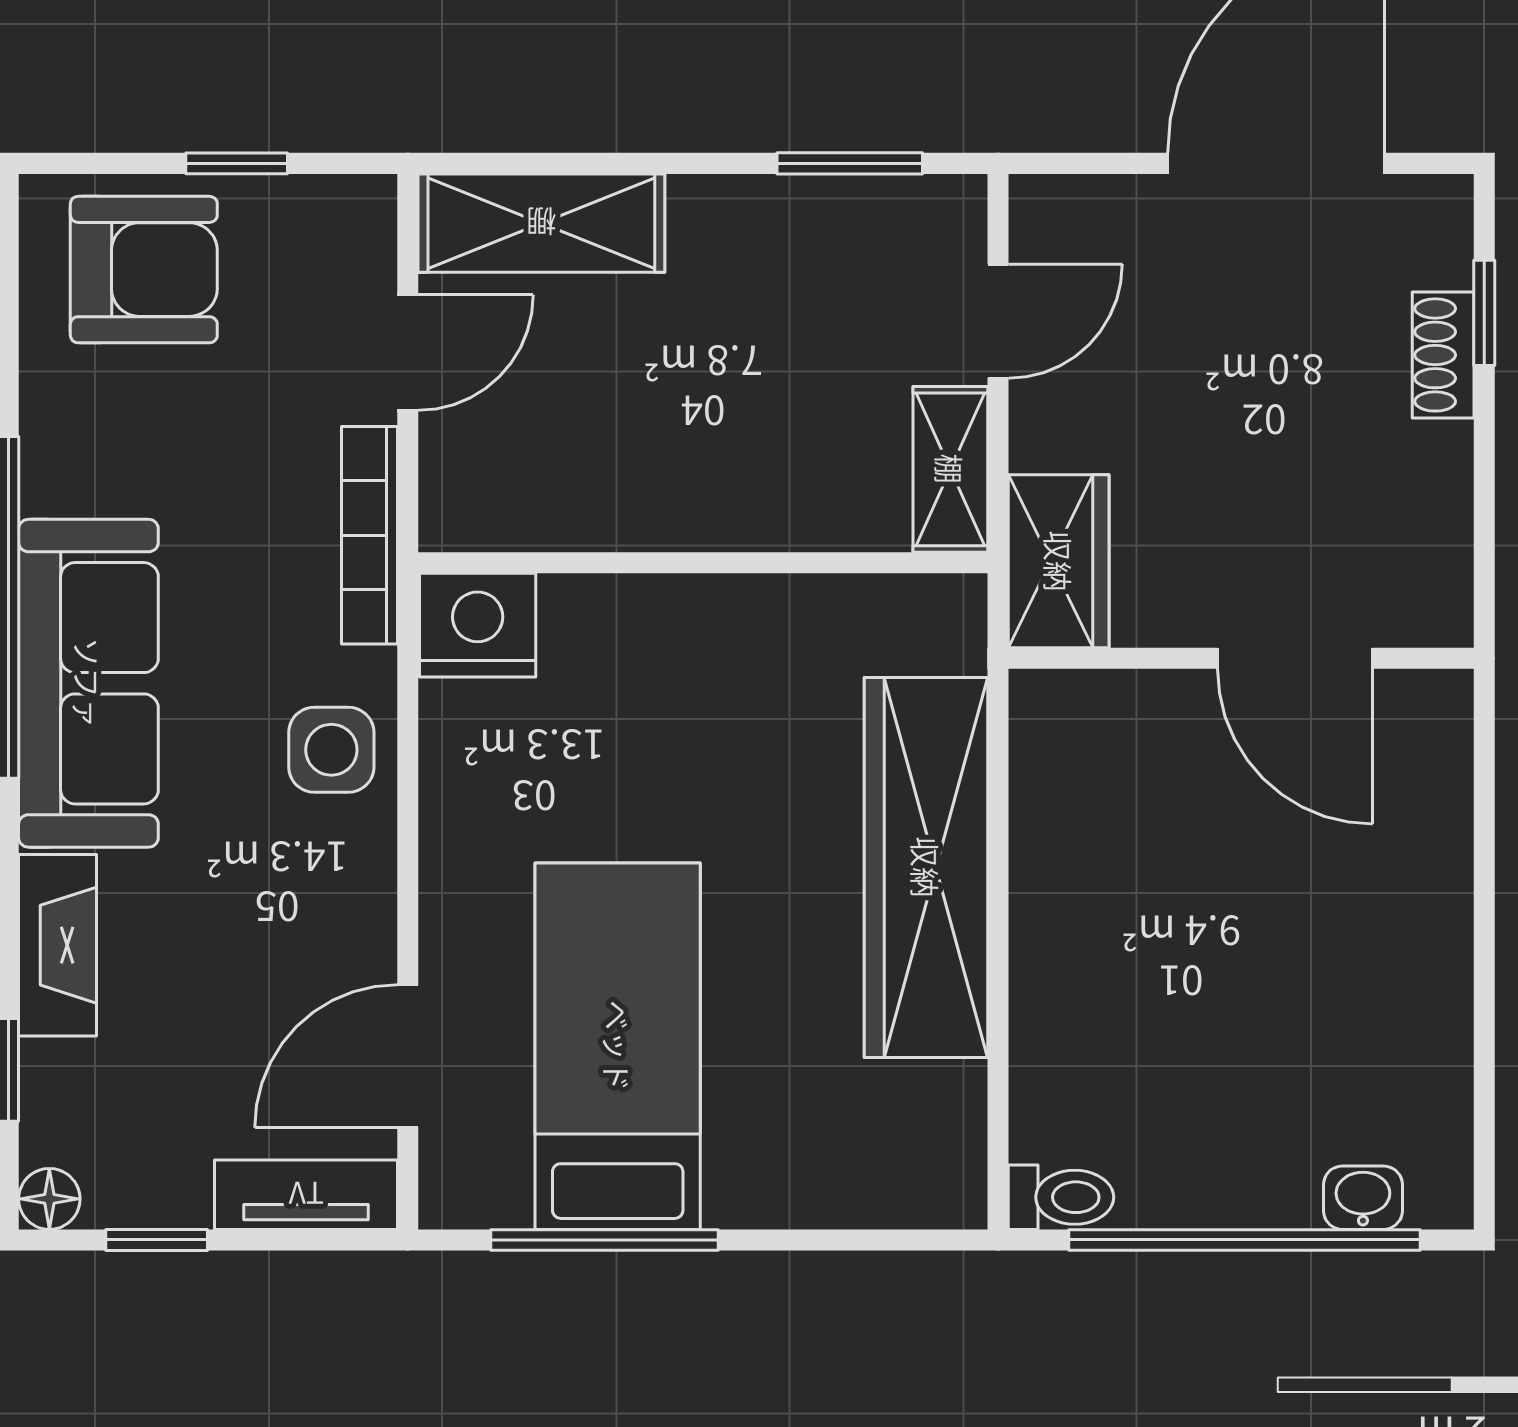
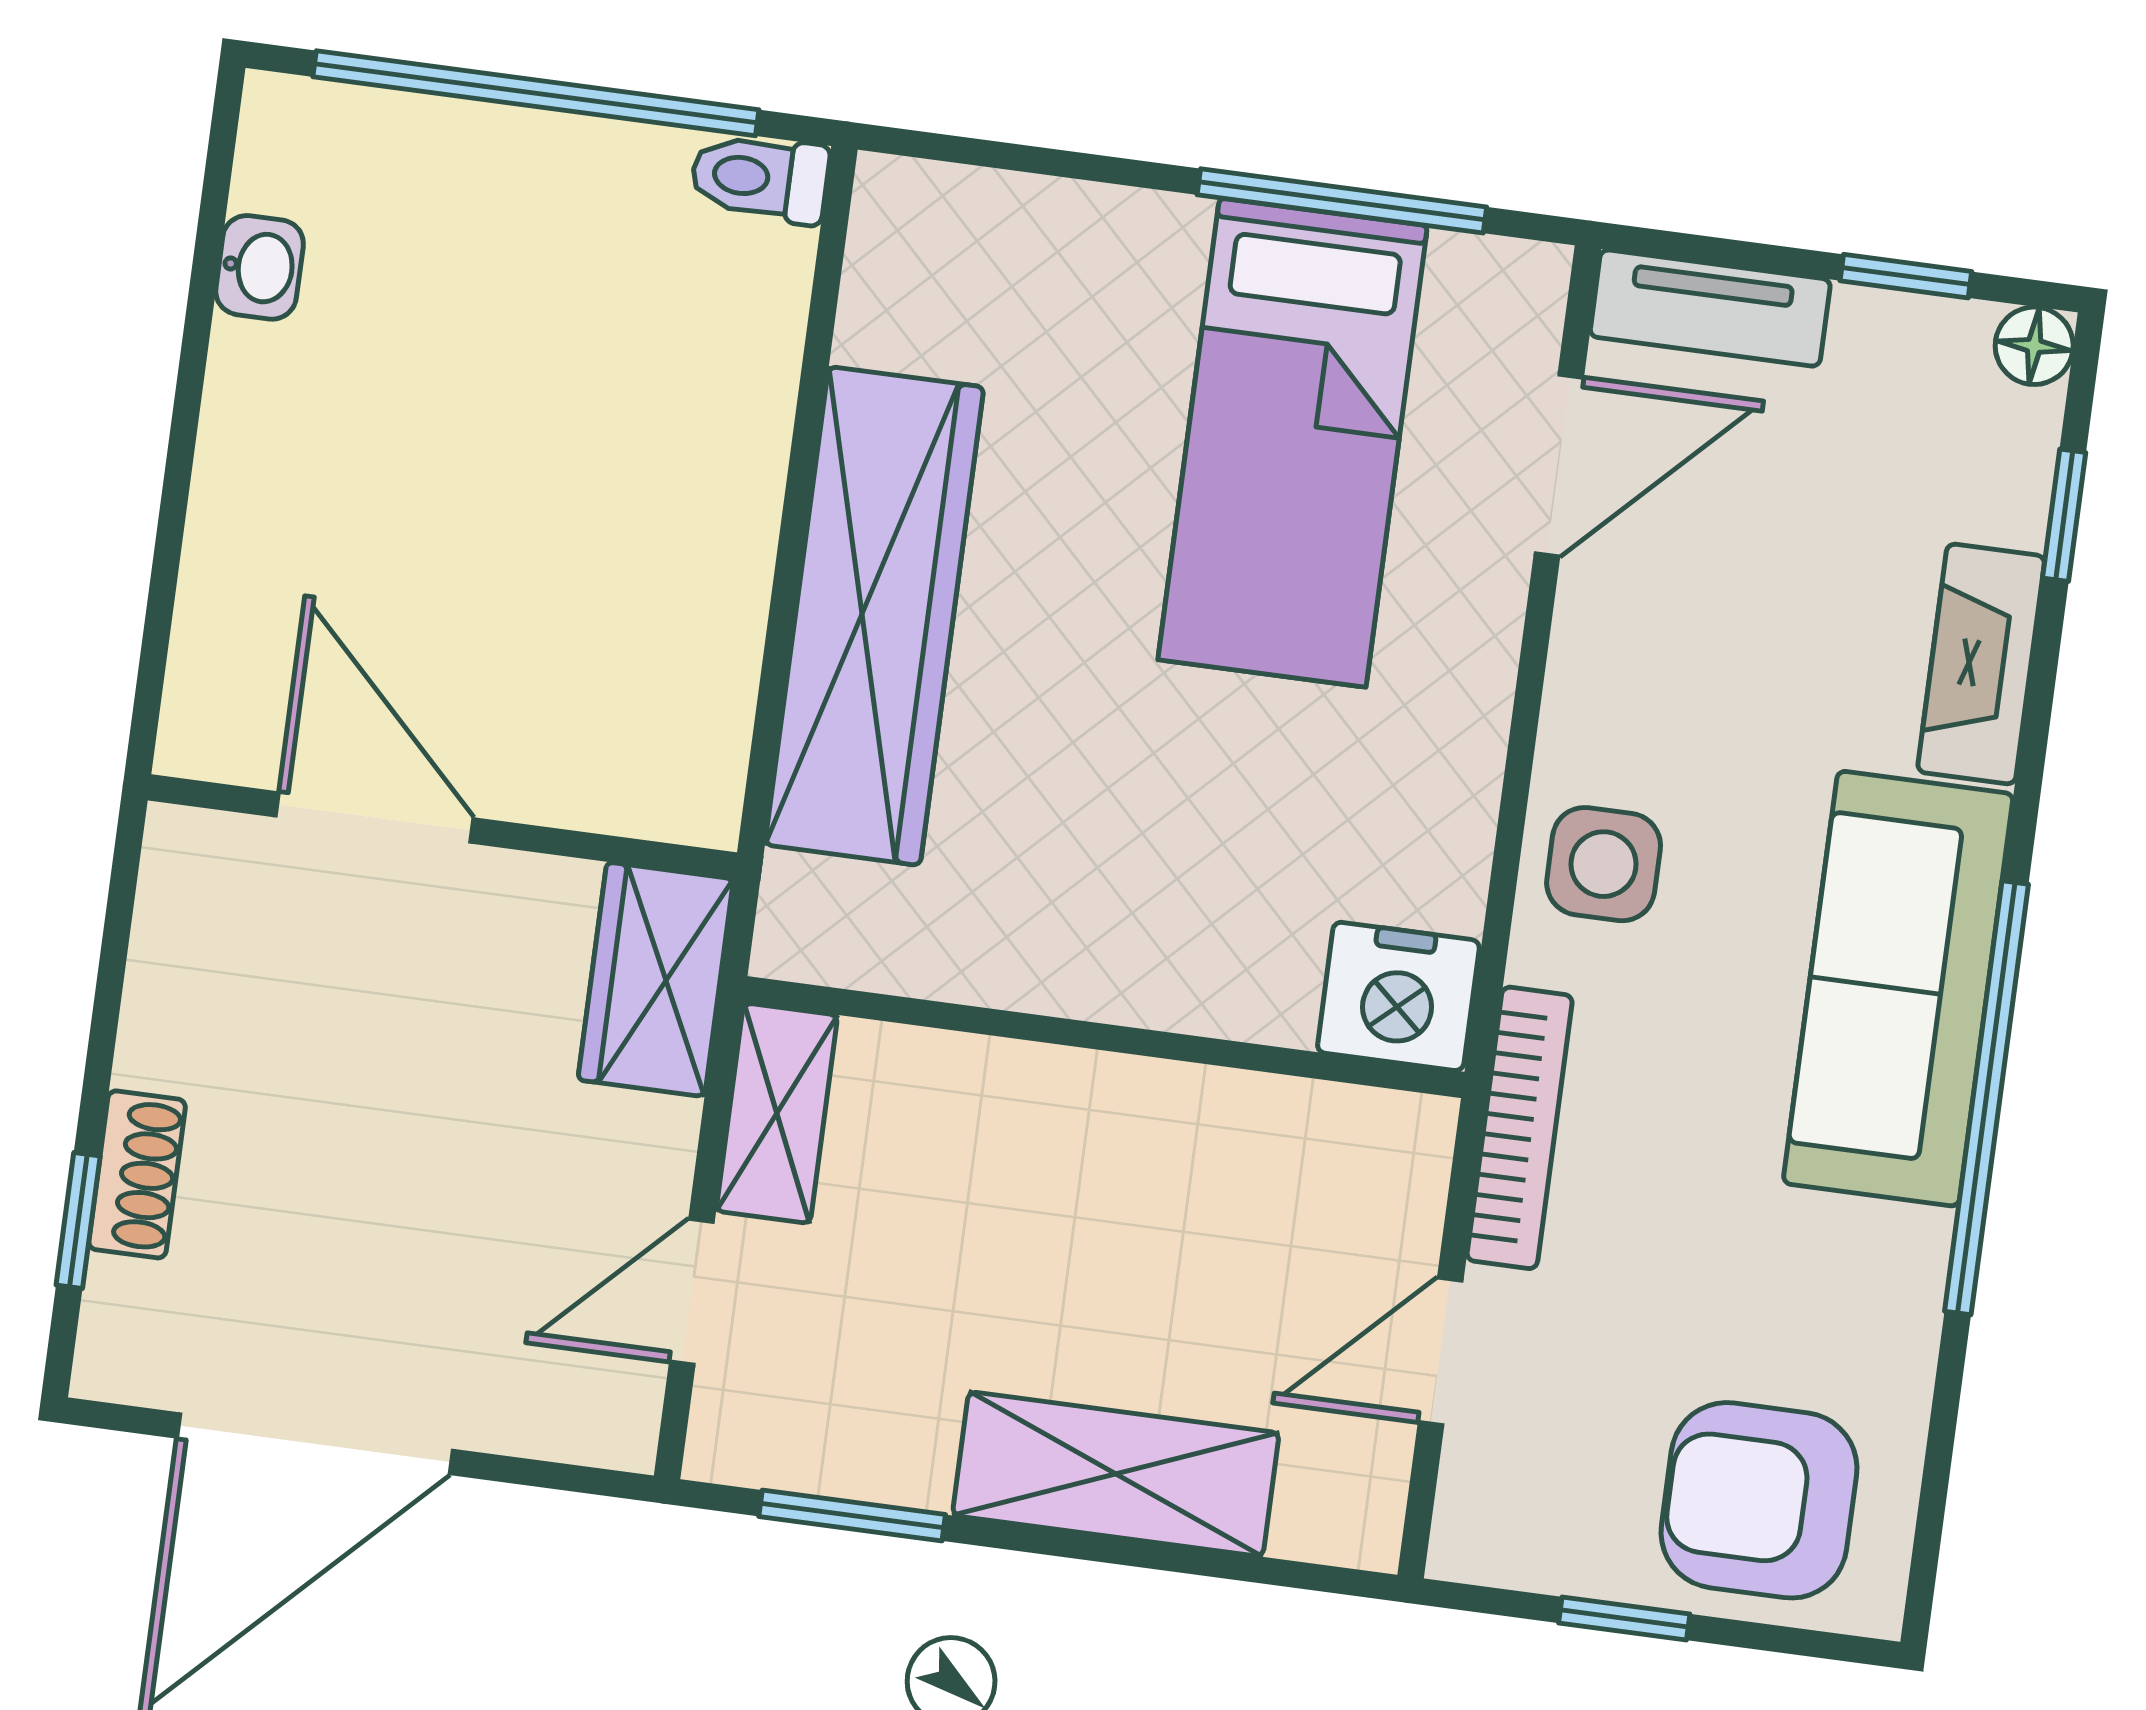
shelving: (541, 223) -> (1116, 1474), moved
washbasin: (1363, 1198) -> (260, 267), moved, turned -90

